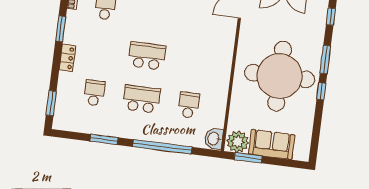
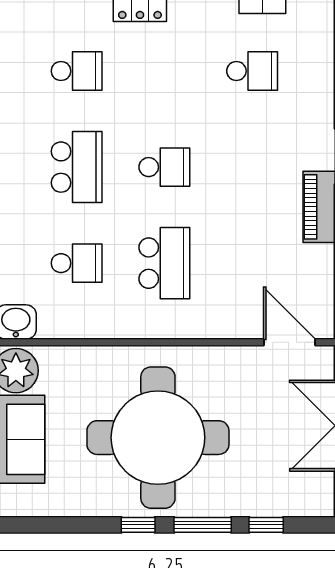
window: (331, 17) -> (266, 525), moved
school desk: (147, 56) -> (164, 167), width x0.54
school desk: (194, 62) -> (164, 263), added

